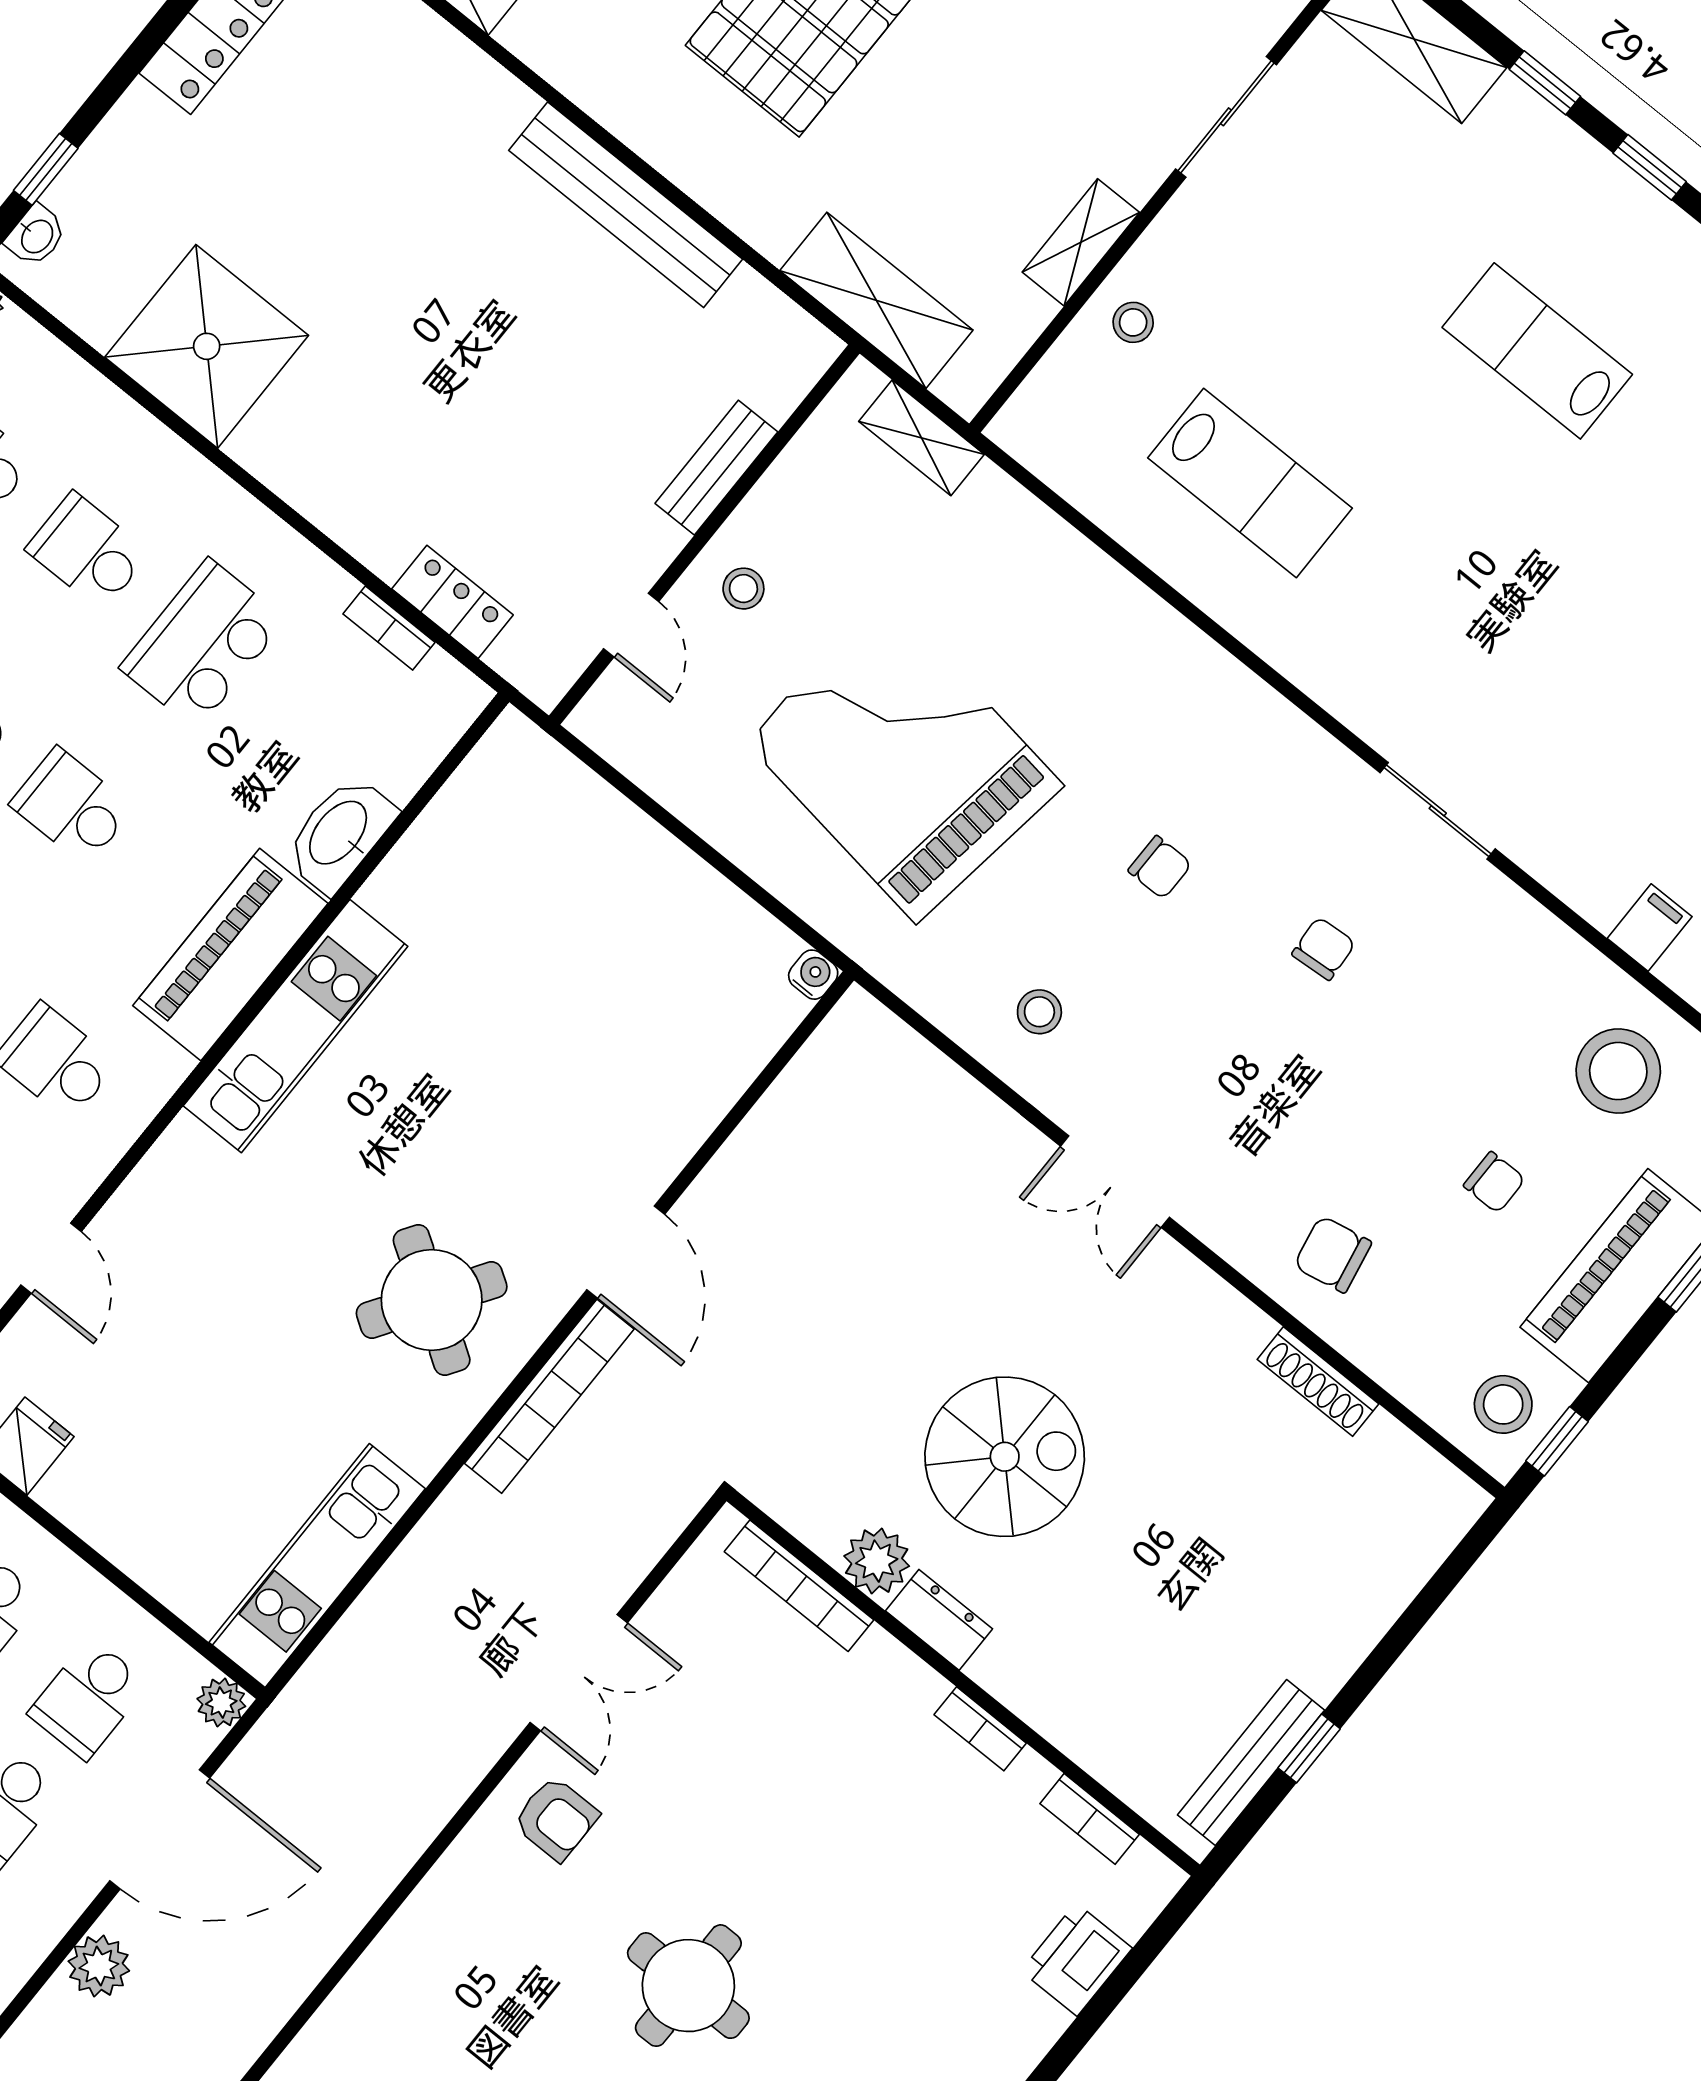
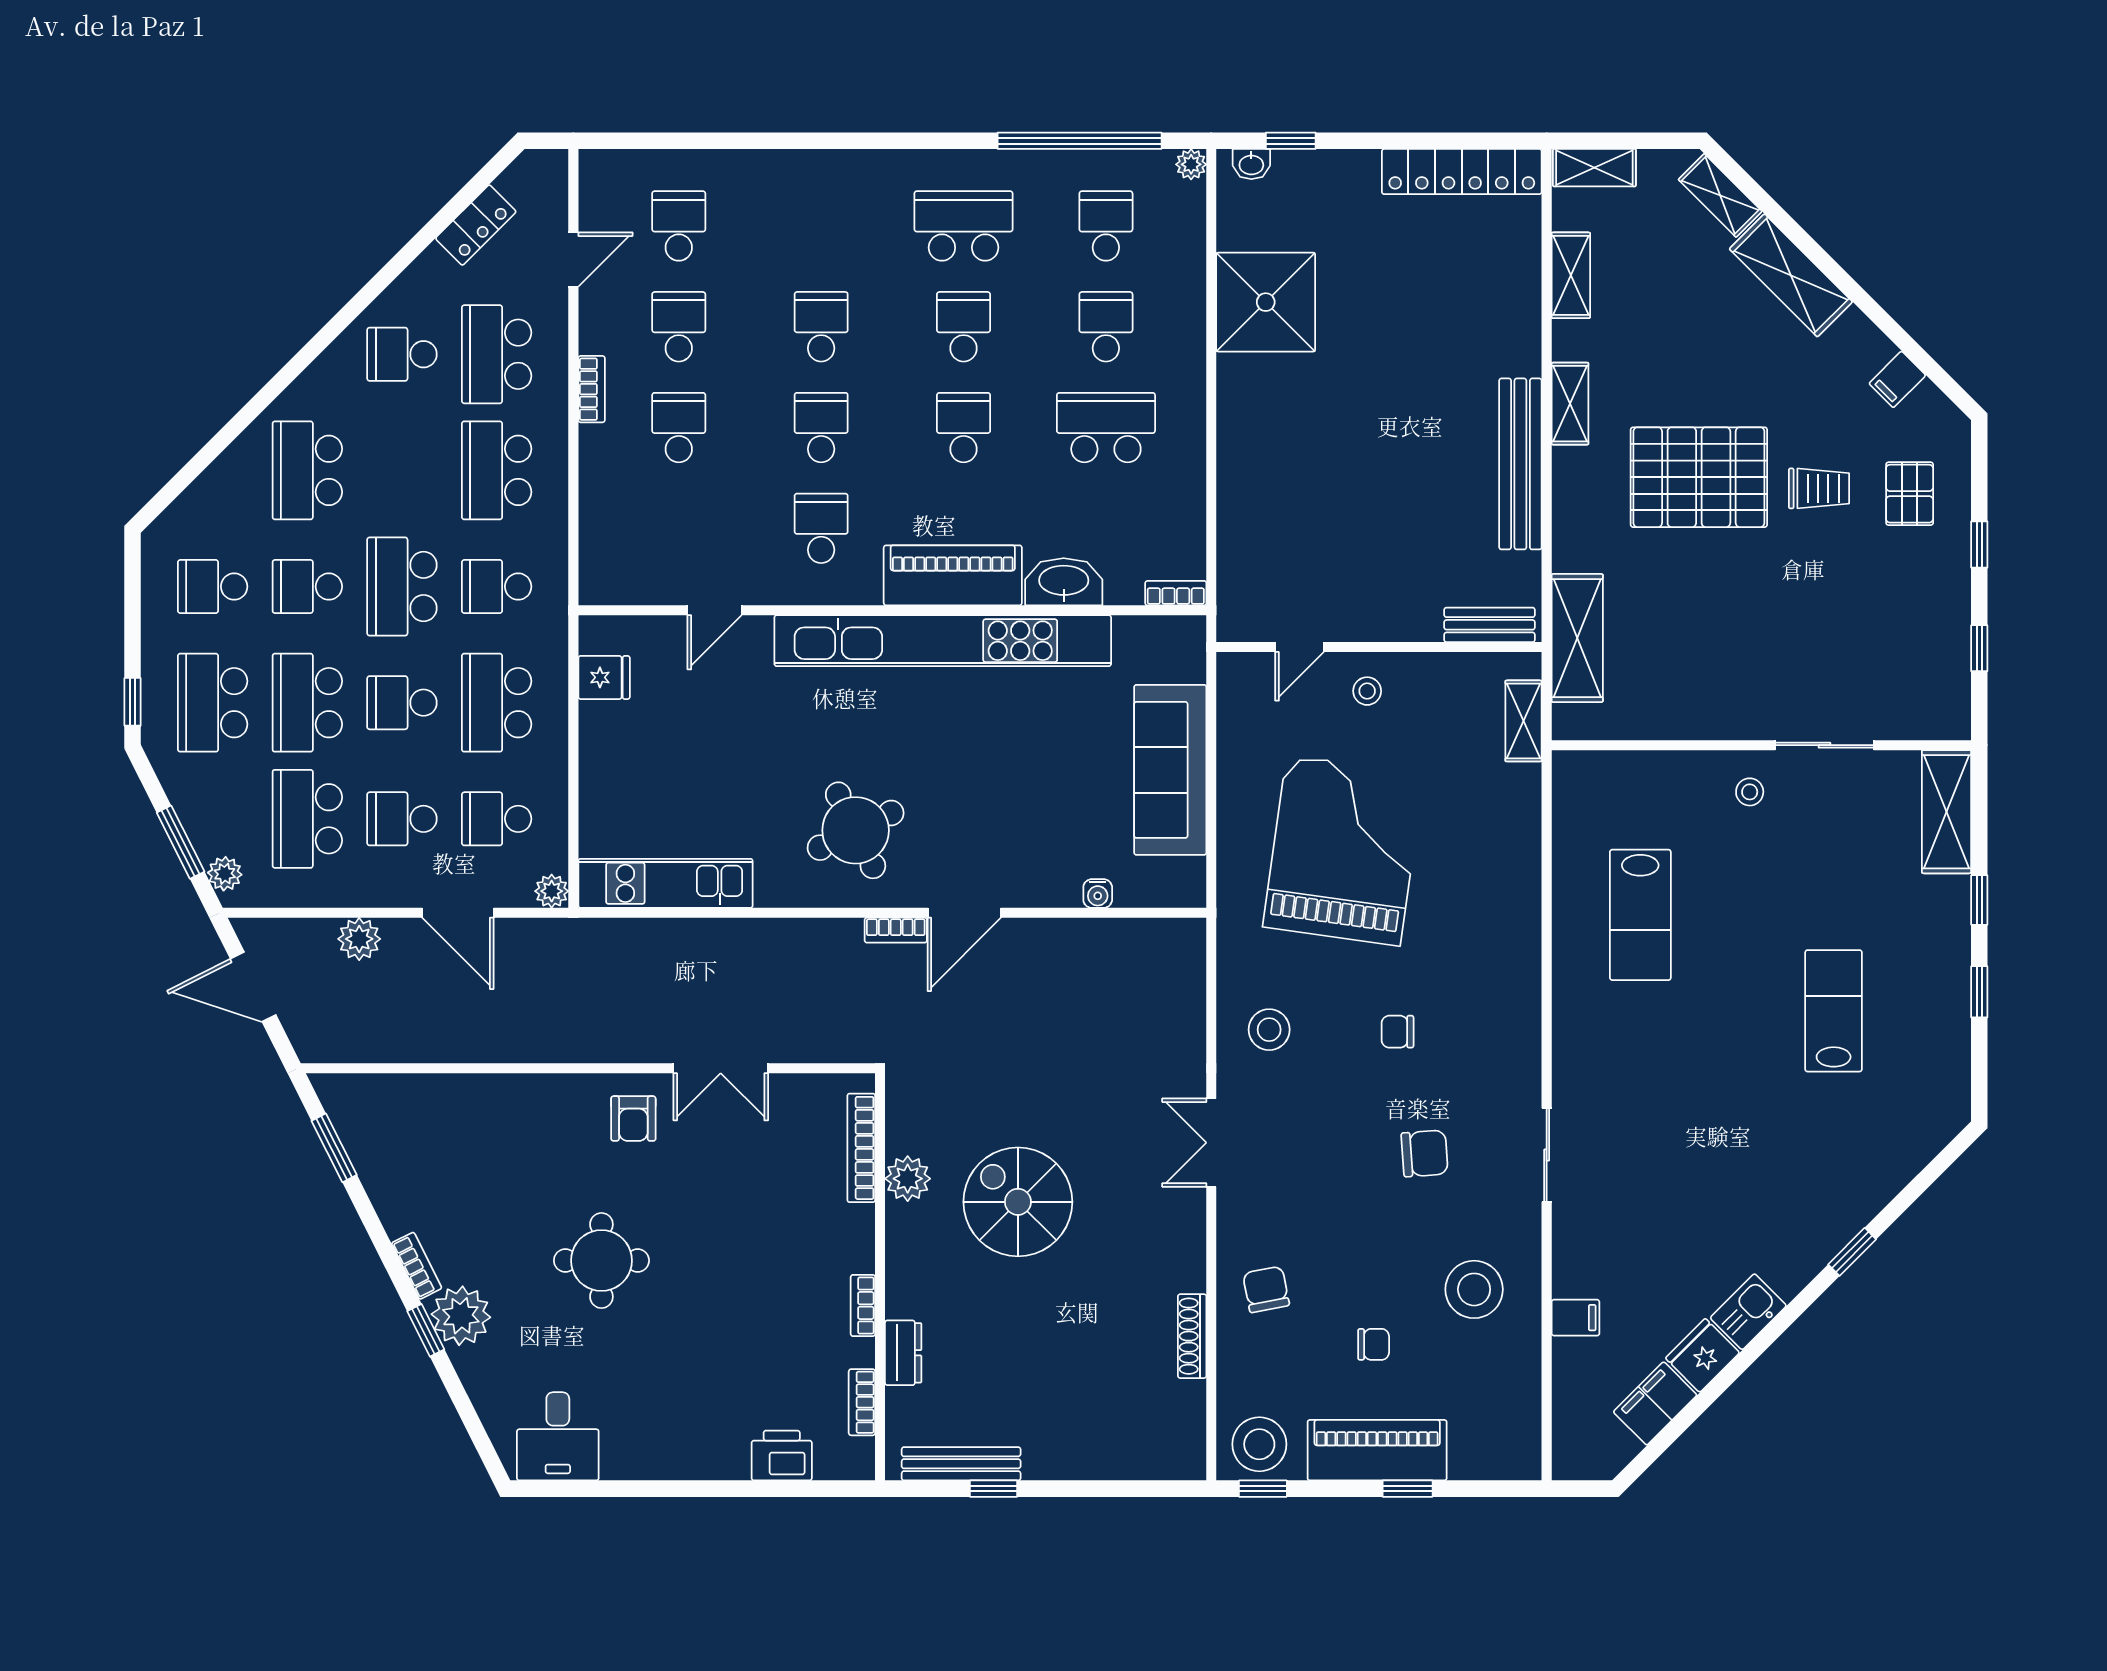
shelving: (1081, 242) -> (1570, 404), moved, turned 90
stool: (1133, 322) -> (1750, 792), moved
bench: (716, 468) -> (1490, 625), moved
locker: (453, 602) -> (1235, 542), removed
bookcase: (389, 628) -> (1176, 593), moved, turned 90
chair: (1160, 867) -> (1398, 1032), turned 90
sofa: (652, 886) -> (1170, 770), added
chair: (1324, 949) -> (1425, 1153), width x1.37, depth x1.37
water cooler: (813, 975) -> (1098, 894), moved, turned 90
stool: (1039, 1012) -> (1269, 1030), width x1.37, depth x1.37
kitchen unit: (296, 1026) -> (943, 641), width x1.86
stool: (1618, 1071) -> (1474, 1289), moved
chair: (1494, 1182) -> (1374, 1344), turned -90
round table: (432, 1300) -> (856, 830), turned 31
bookcase: (549, 1396) -> (896, 930), width x0.43, depth x0.76
stool: (1503, 1404) -> (1259, 1444), width x1.38, depth x1.38
spiral stairs: (1005, 1457) -> (1018, 1202), turned 180
dresser: (939, 1620) -> (903, 1353), moved
door: (160, 1829) -> (458, 913), width x0.73

